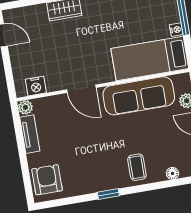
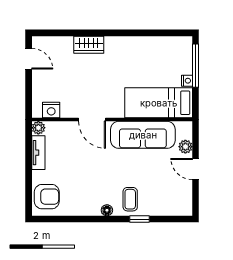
floor lamp: (172, 173) -> (107, 210), moved
armchair: (47, 180) -> (47, 197), turned 90
window: (108, 194) -> (140, 219), moved

